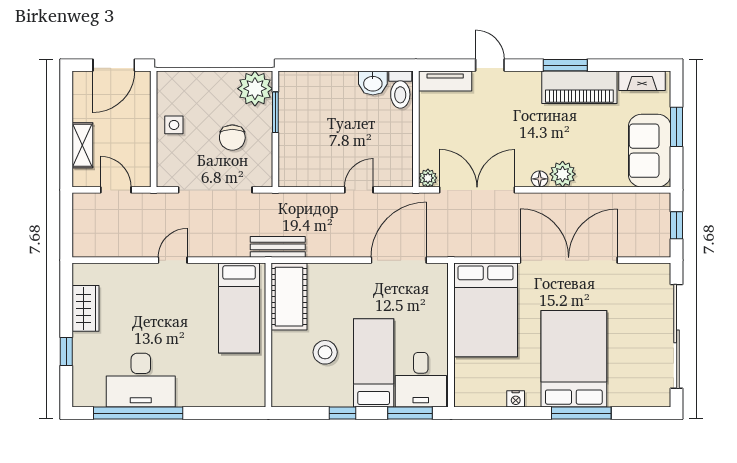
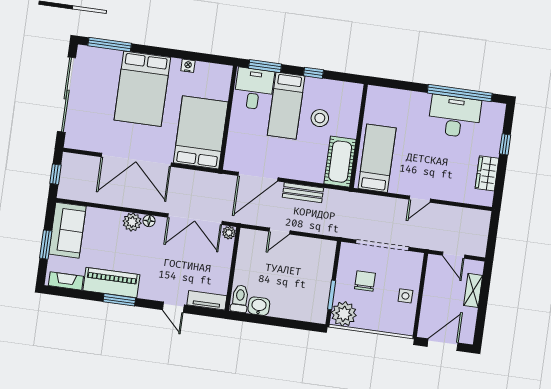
bench: (278, 247) -> (303, 193), moved
window: (581, 413) -> (110, 45), moved

